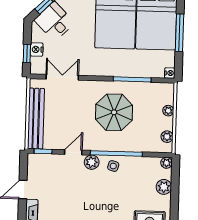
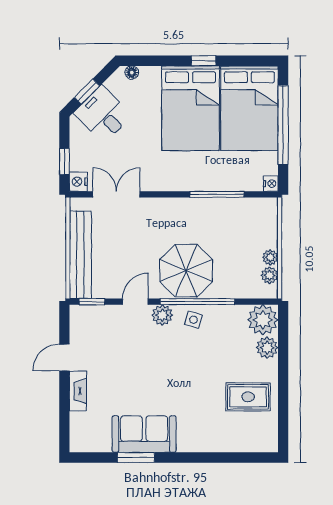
window: (179, 33) -> (283, 125), width x1.46
nightstand: (37, 49) -> (78, 182), moved
plant: (168, 111) -> (270, 257), moved
parasol: (114, 112) -> (186, 271), moved
plant: (166, 163) -> (263, 320), width x1.88, depth x1.88

